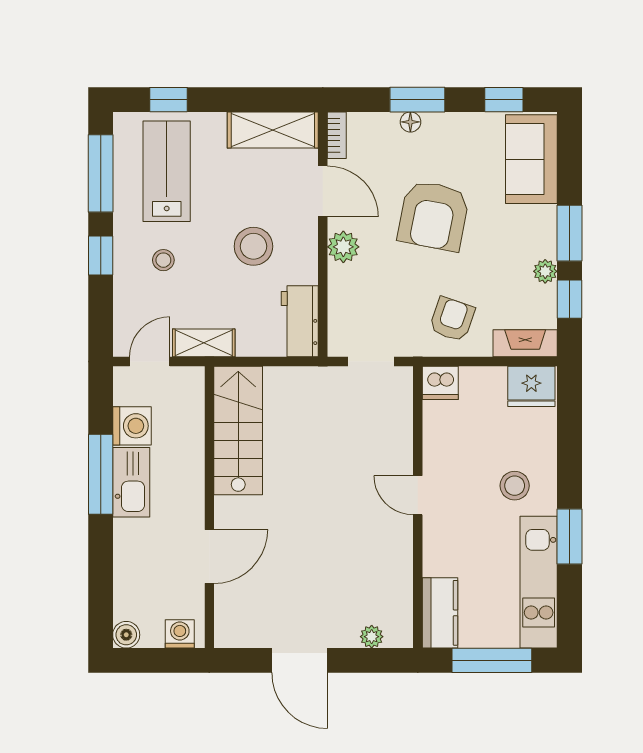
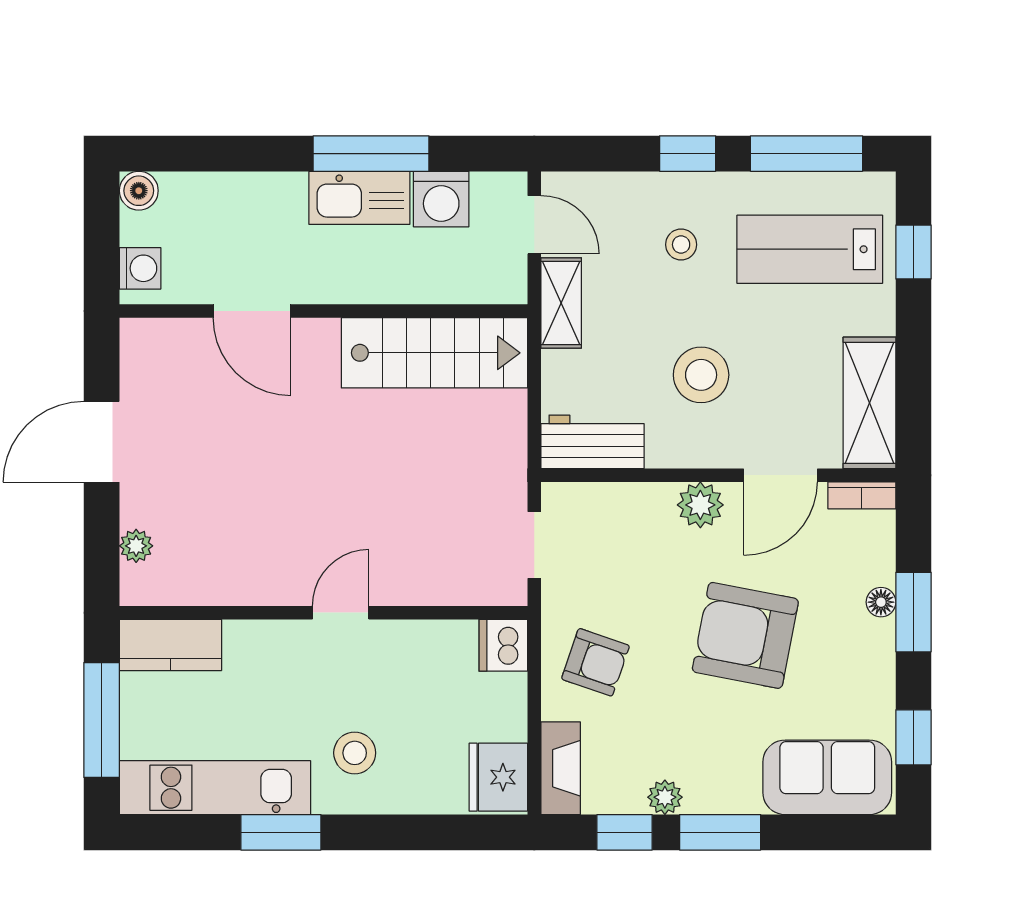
lab bench: (167, 171) -> (810, 249), turned 180

